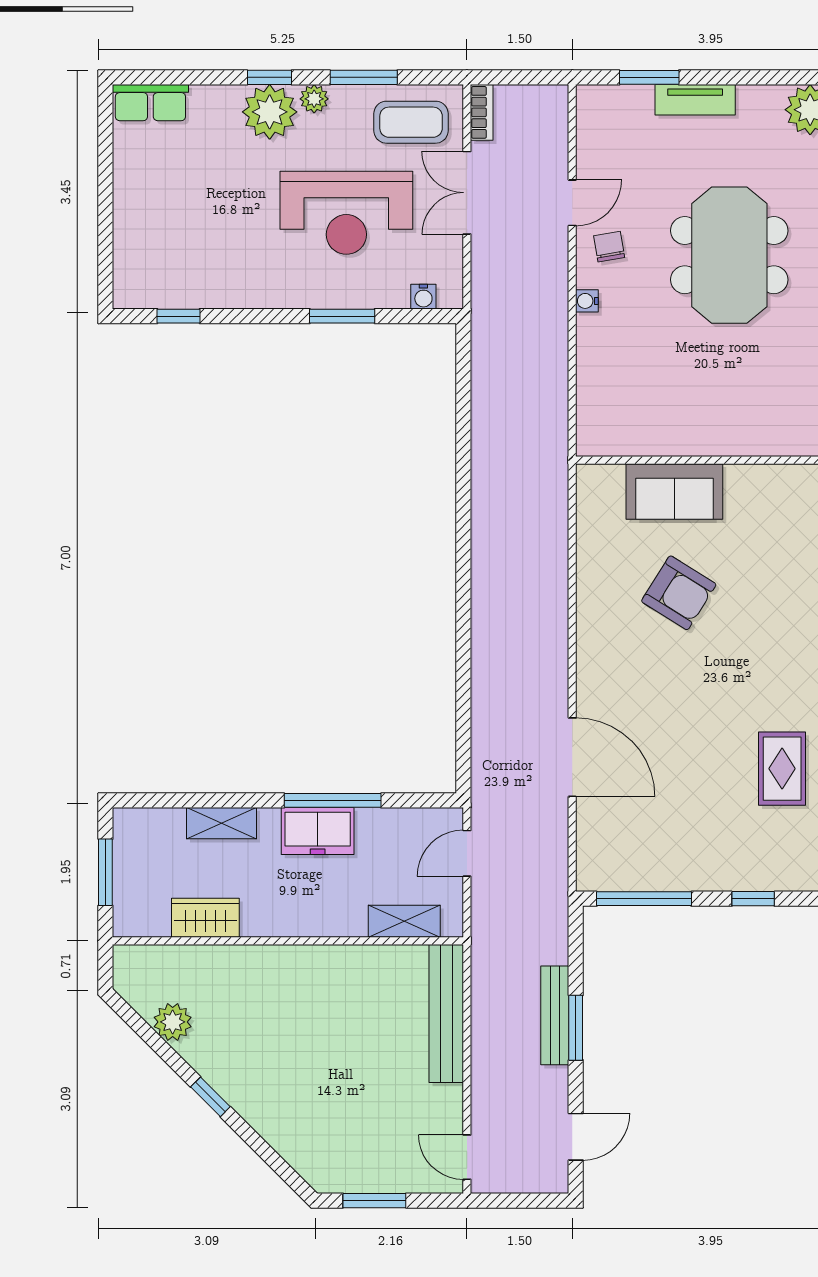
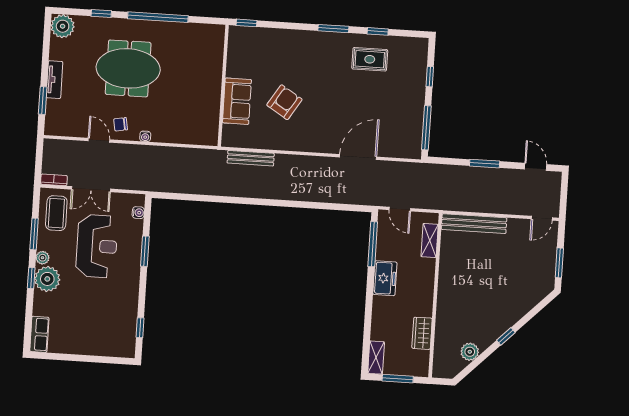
window: (333, 800) -> (373, 244), moved
shelving: (222, 823) -> (376, 358), moved
bench: (555, 1015) -> (251, 158), moved

